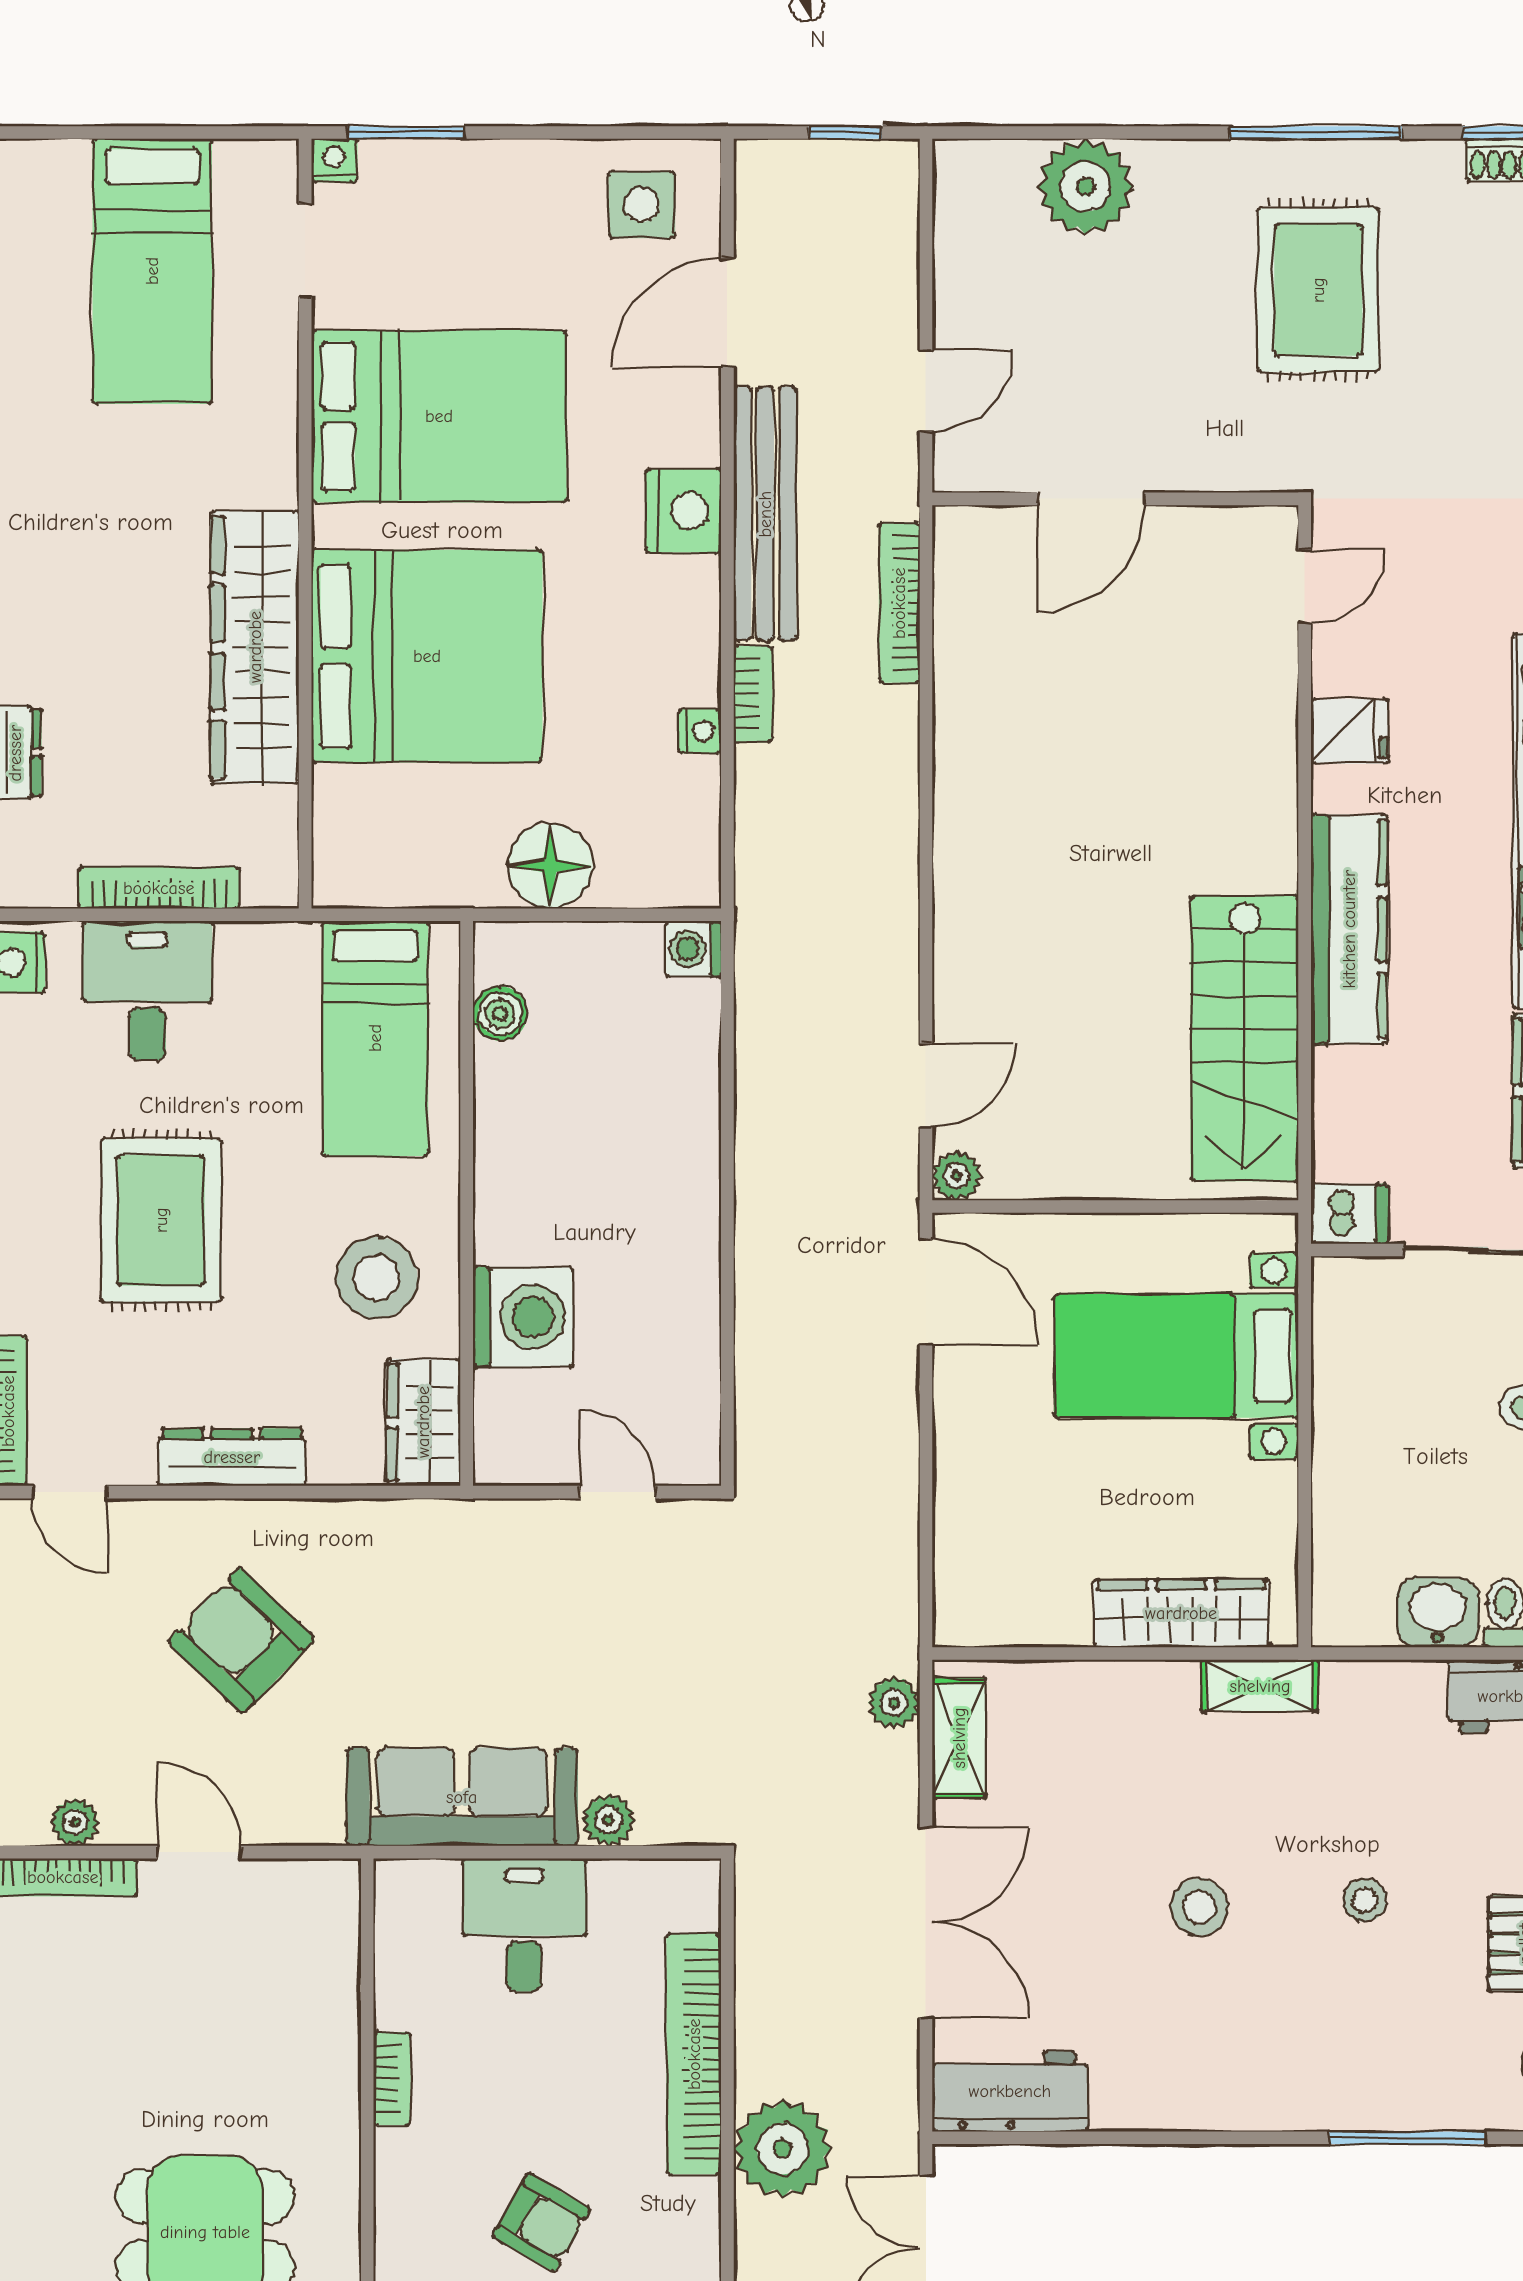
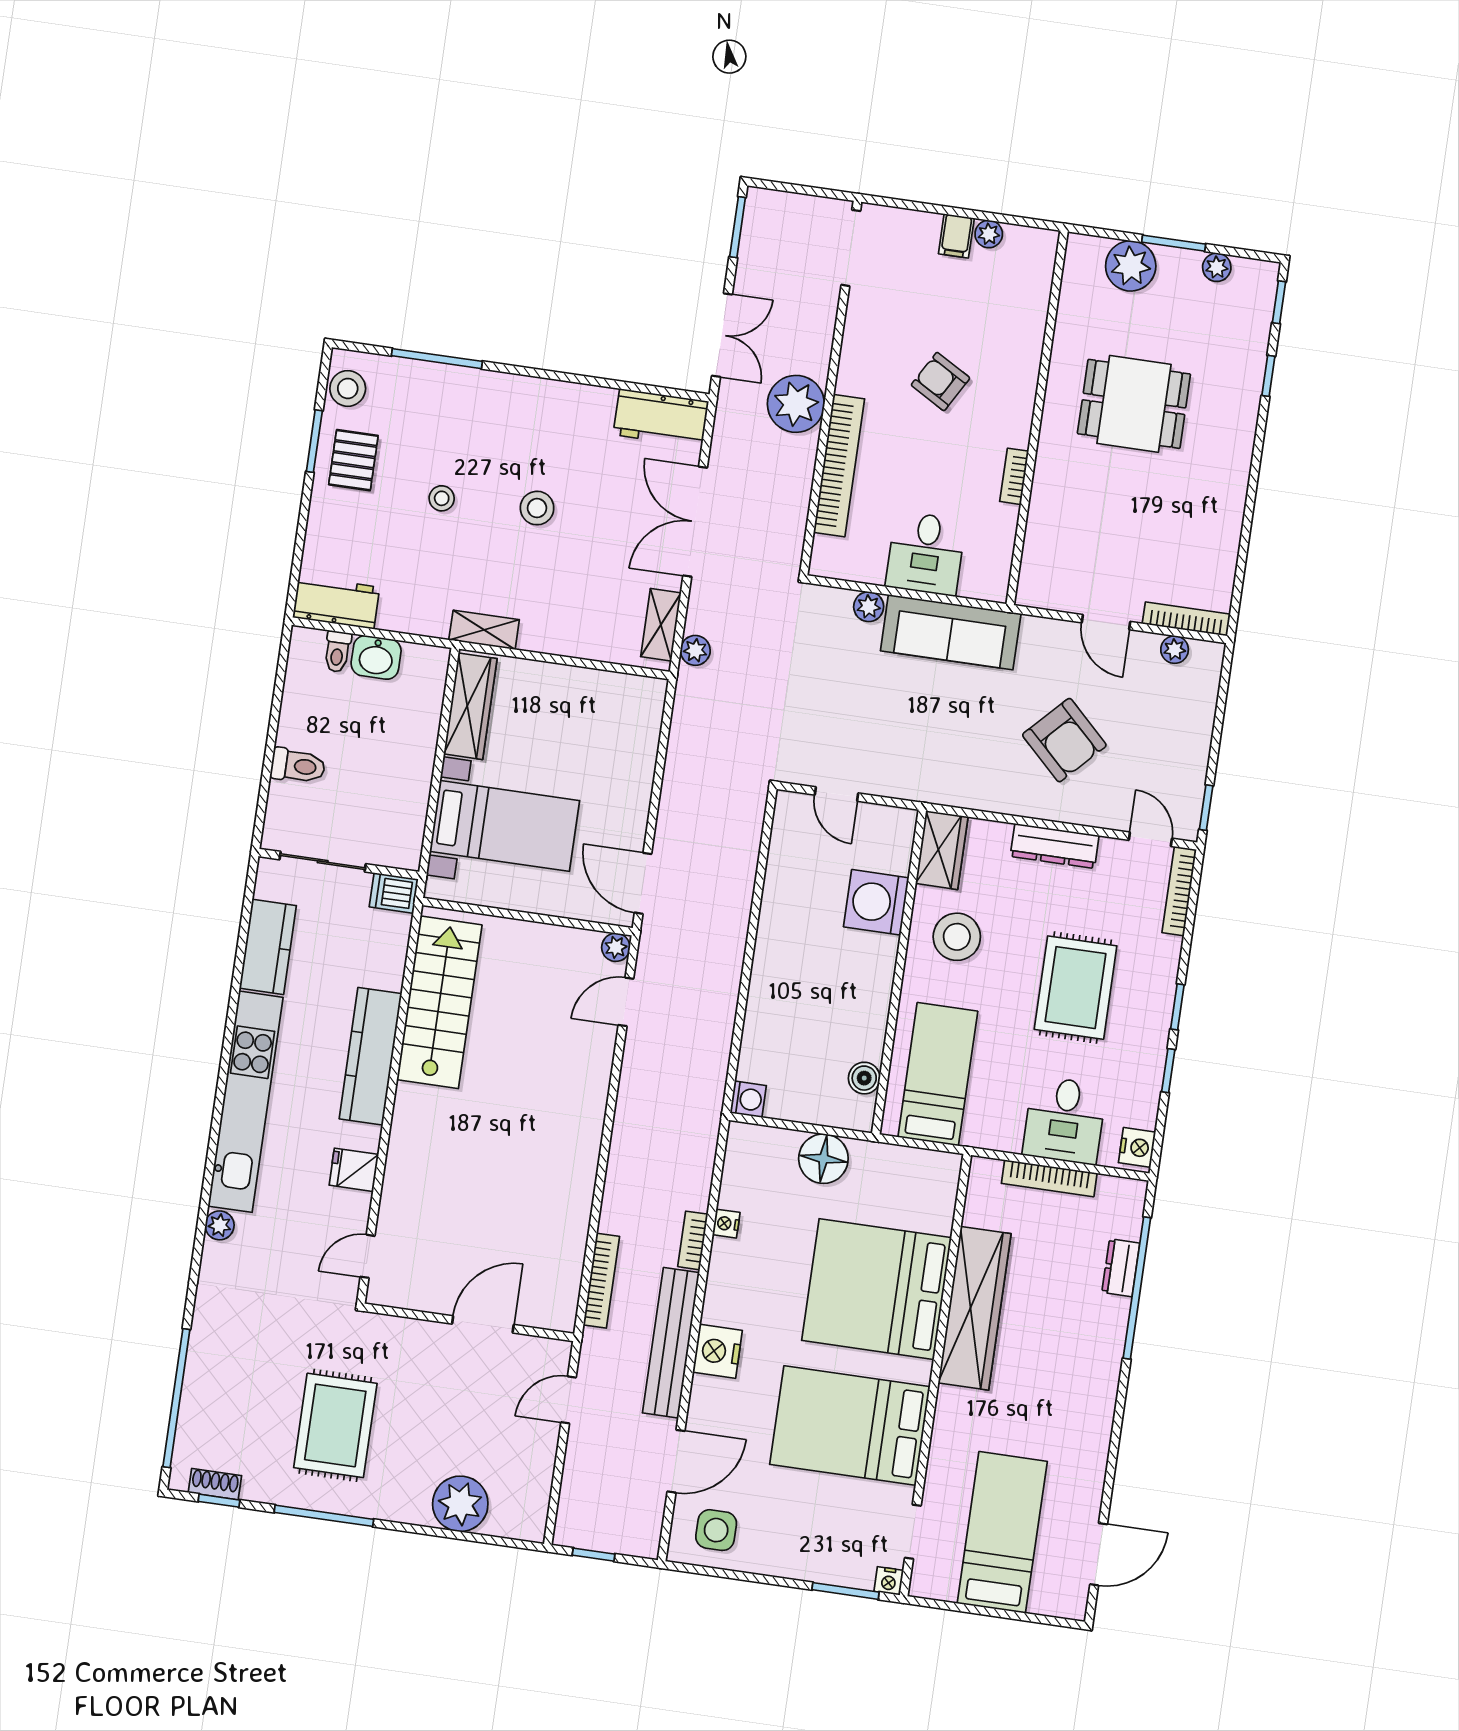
wardrobe: (1181, 1613) -> (470, 706), moved, turned -90

